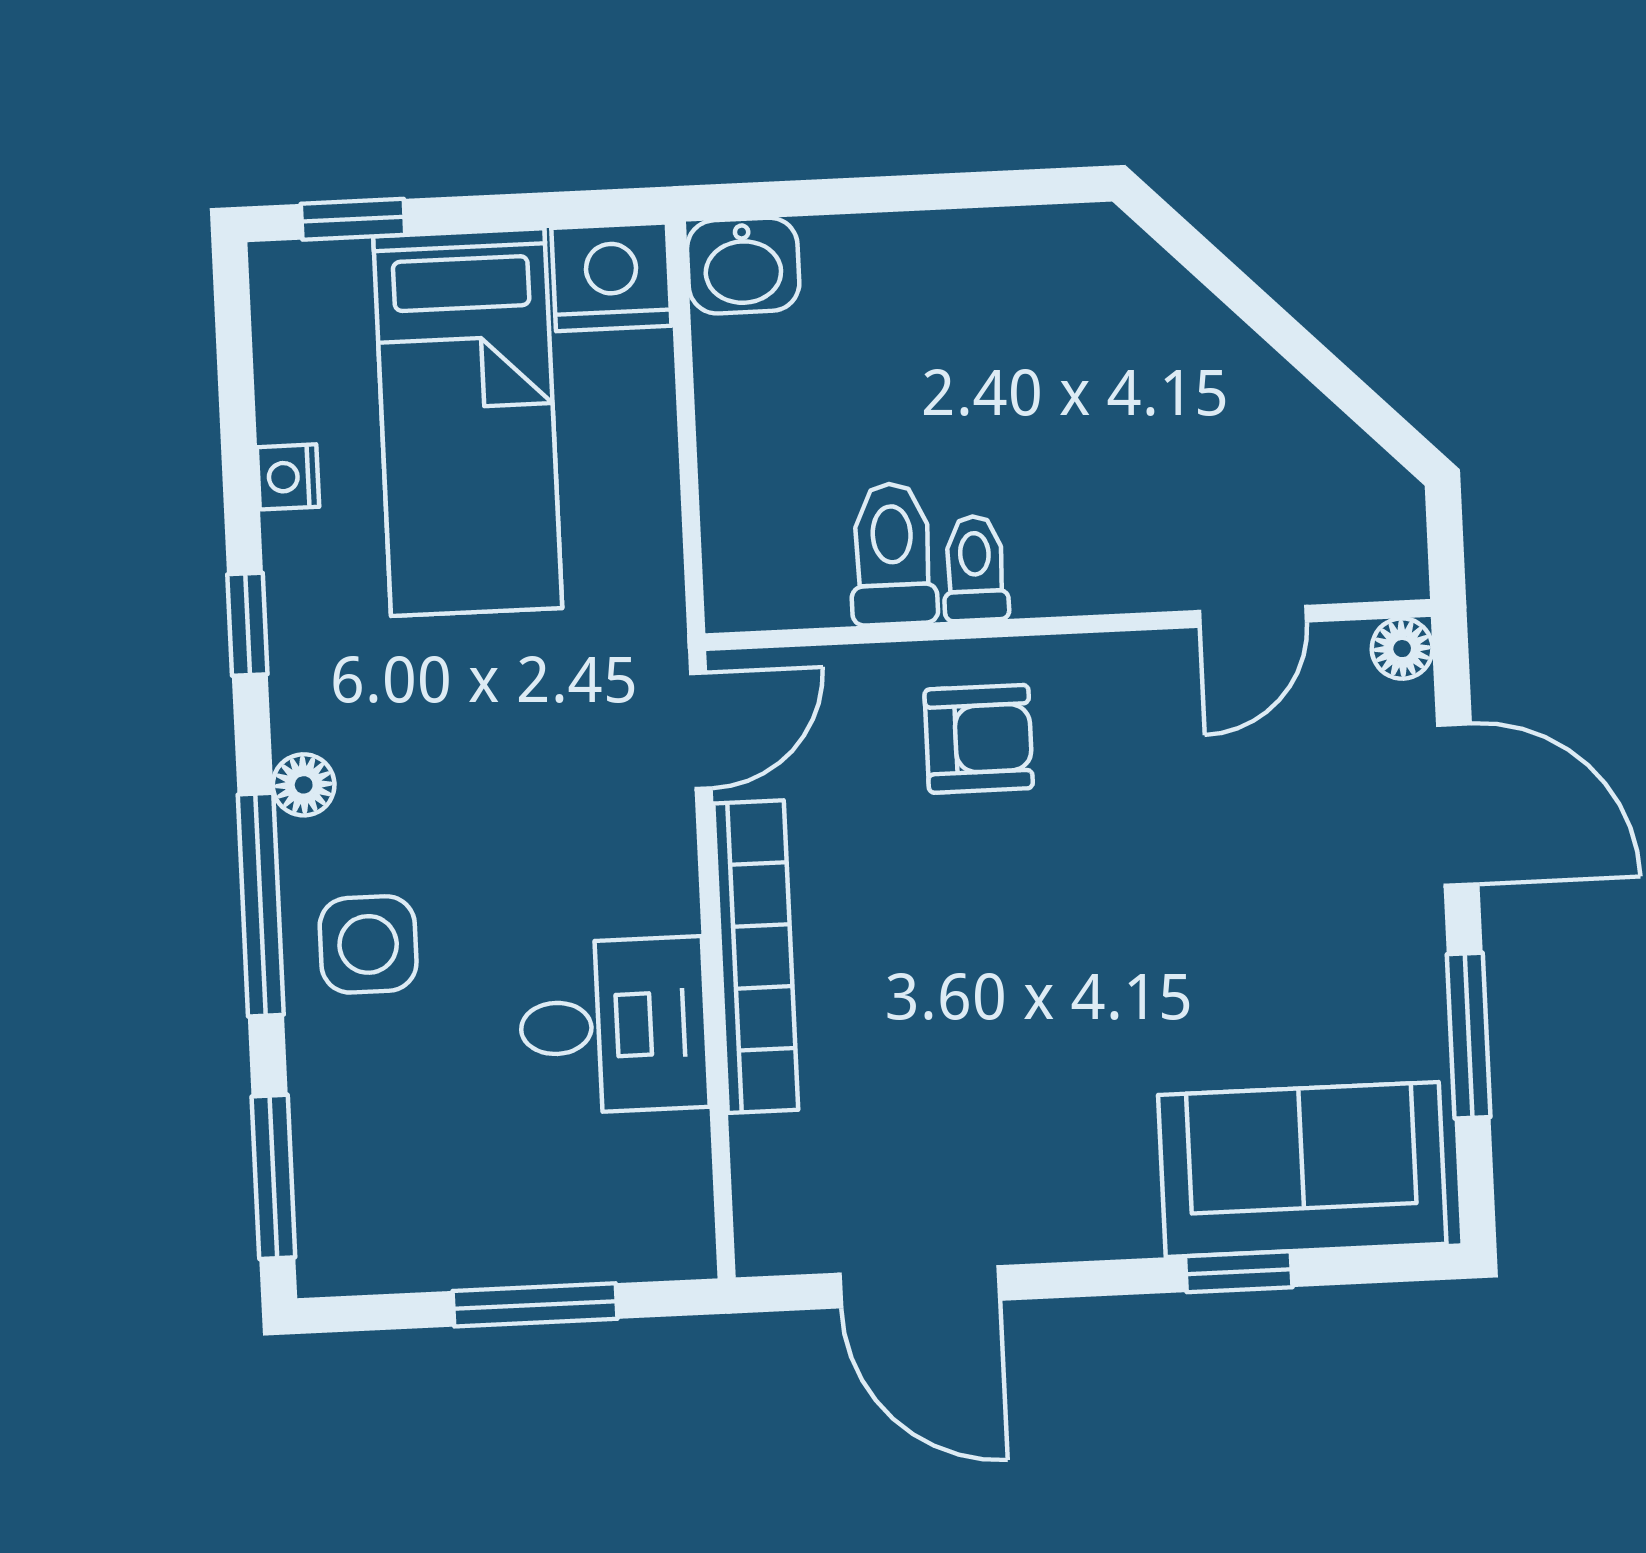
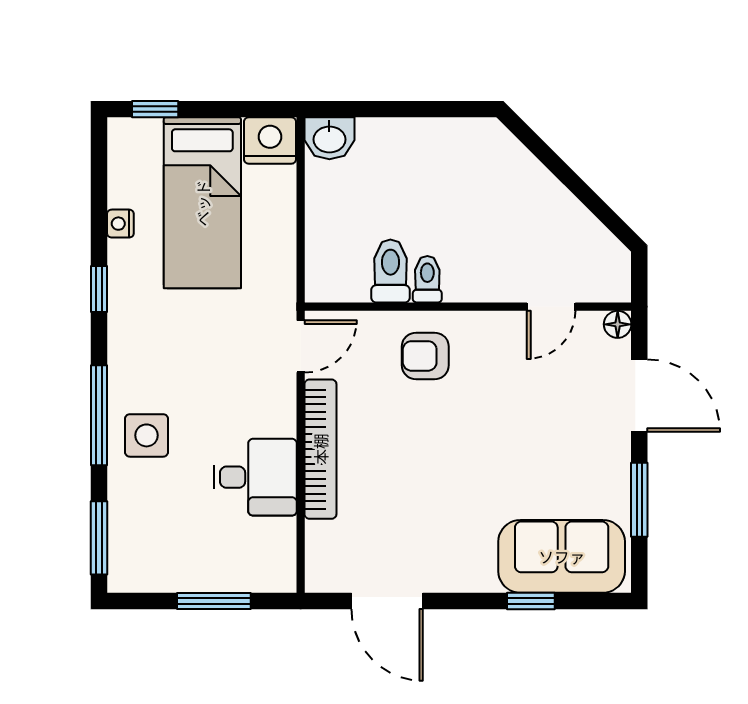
armchair: (979, 739) -> (425, 356), turned 180
floor lamp: (304, 785) -> (121, 362), removed

